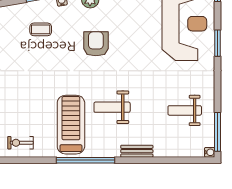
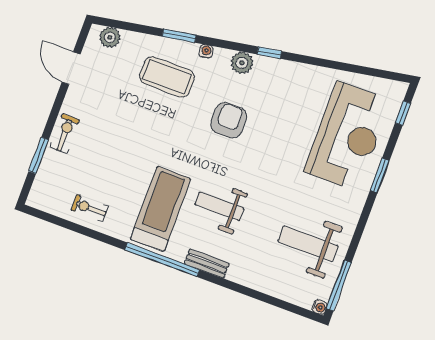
coffee table: (41, 29) -> (167, 77), width x1.86, depth x1.72
weight bench: (185, 110) -> (308, 244), width x1.36, depth x1.33
bench: (137, 151) -> (207, 264), moved

